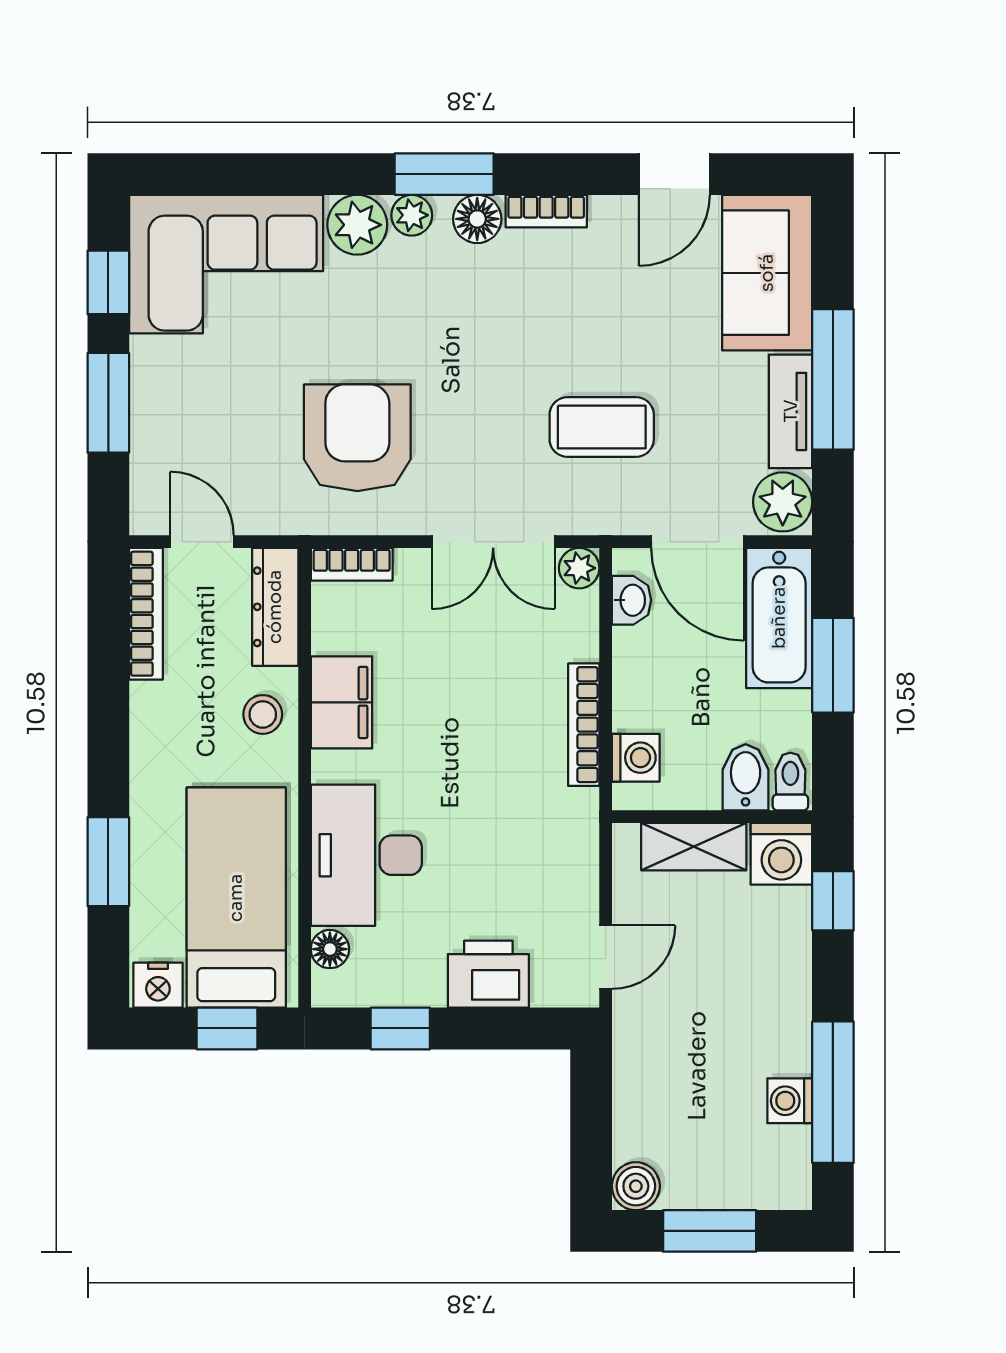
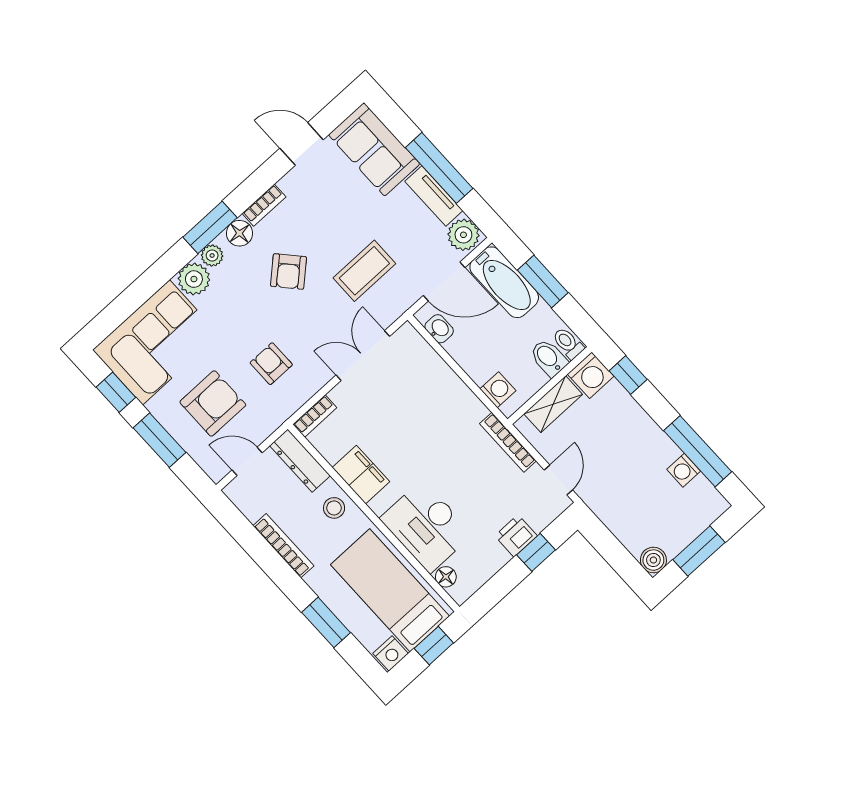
door: (674, 174) -> (302, 144), swing flipped
armchair: (497, 333) -> (288, 271), added
armchair: (227, 419) -> (213, 403), added
armchair: (357, 438) -> (271, 364), width x0.53, depth x0.53
double door: (493, 542) -> (363, 356), swing flipped
plant: (579, 568) -> (407, 335), removed
bookcase: (146, 614) -> (283, 546), moved
bookcase: (584, 725) -> (508, 442), moved
printer: (488, 974) -> (516, 536), width x0.73, depth x0.81
window: (400, 1028) -> (536, 552), moved

